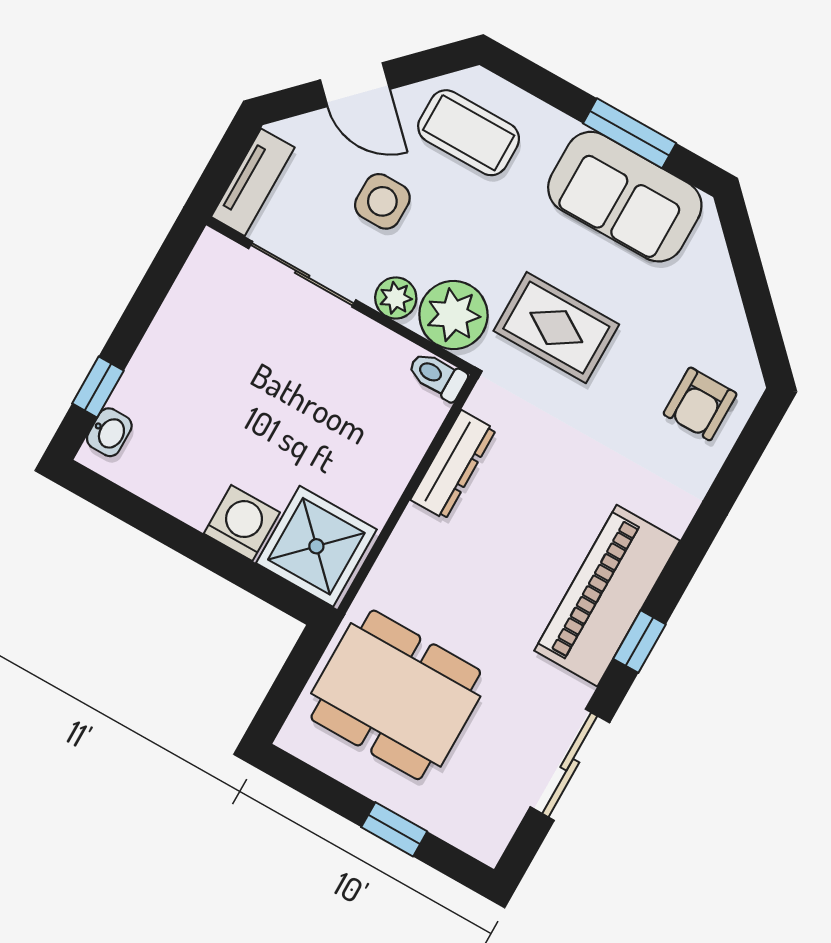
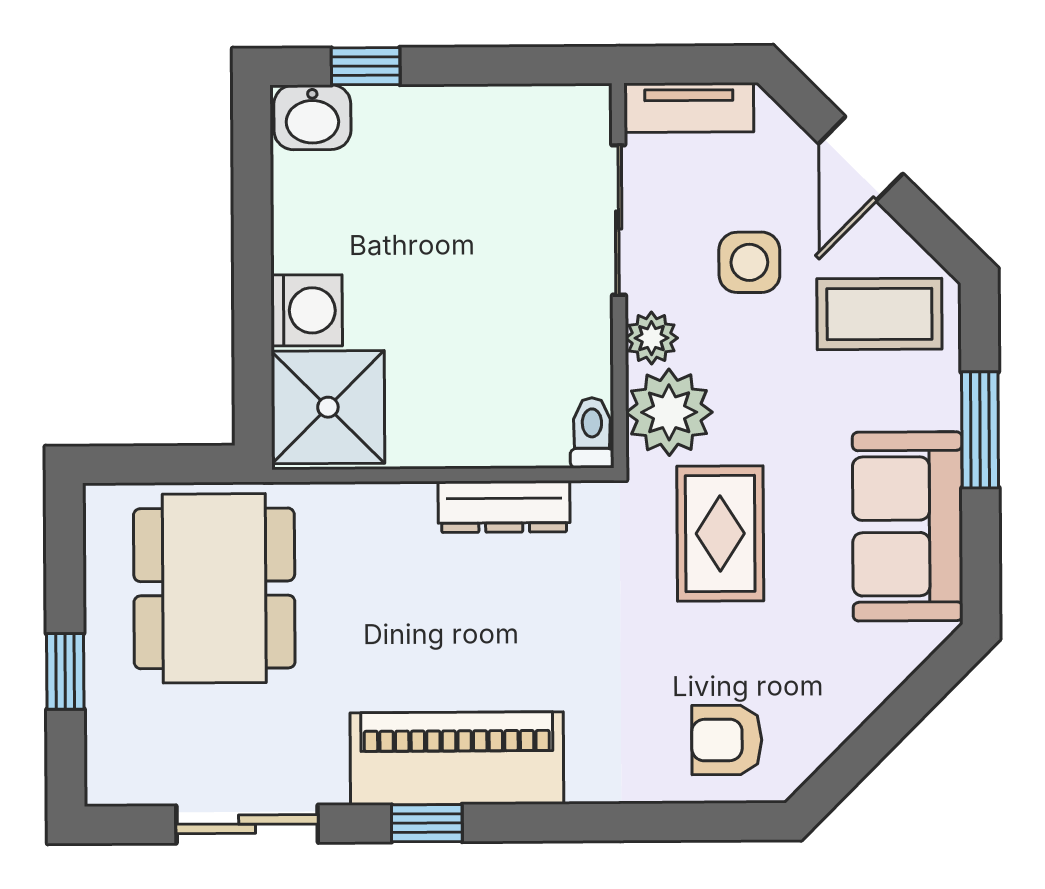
coffee table: (469, 133) -> (879, 314), turned 90
window: (630, 133) -> (980, 430), moved
washbasin: (109, 432) -> (312, 117), width x1.38, depth x1.45

